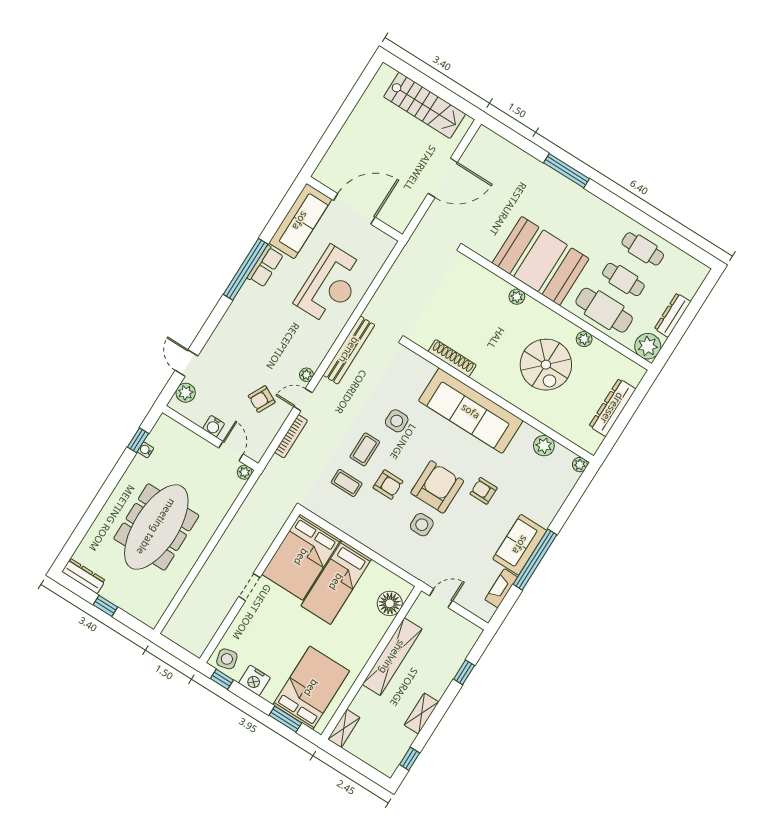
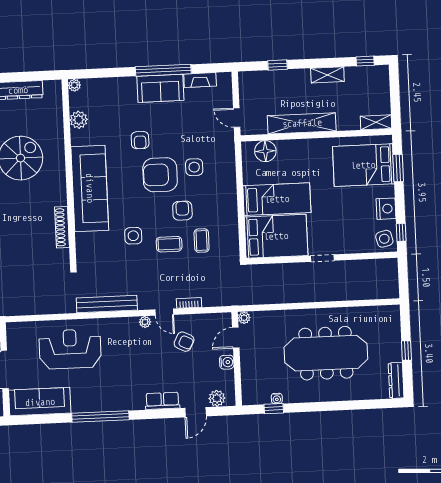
row of seats: (265, 266) -> (162, 401), moved
bookcase: (291, 436) -> (189, 303), width x0.64

